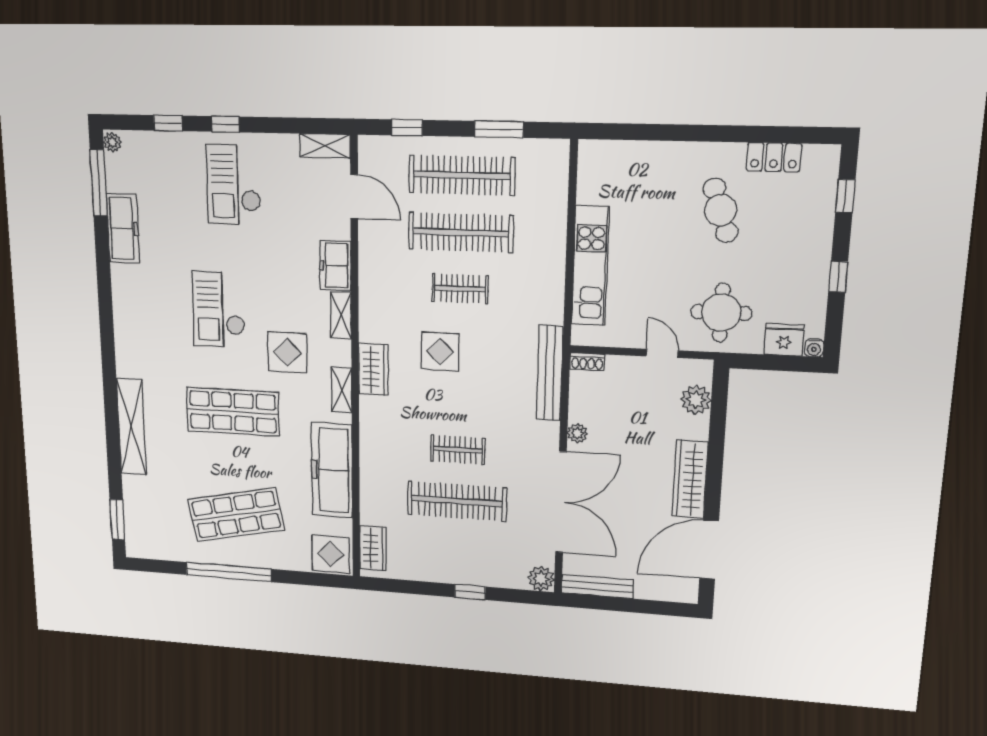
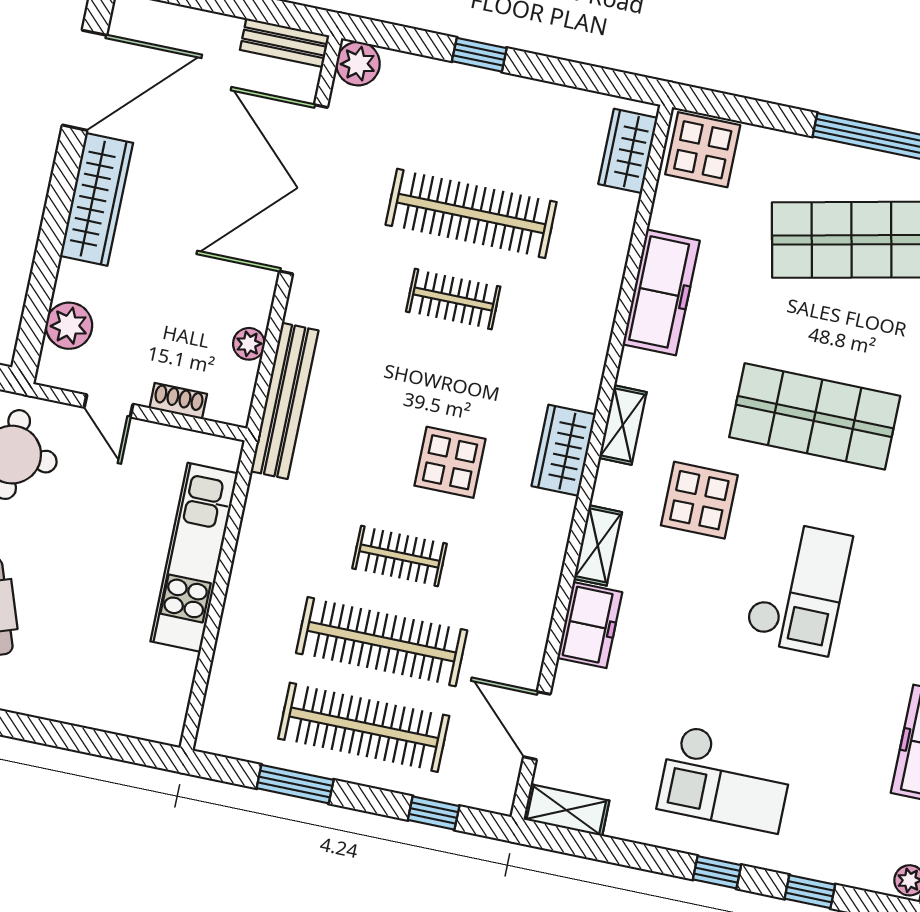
checkout: (234, 185) -> (726, 779), turned 90
shoe rack: (587, 362) -> (178, 401), moved
plant: (577, 433) -> (249, 344), moved
freezer: (332, 470) -> (661, 292), width x0.73, depth x0.79
bench: (597, 586) -> (285, 43), width x0.73

